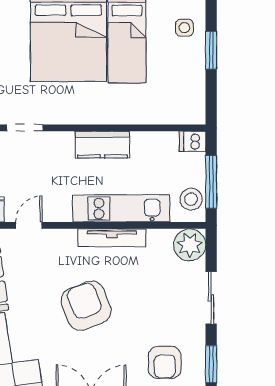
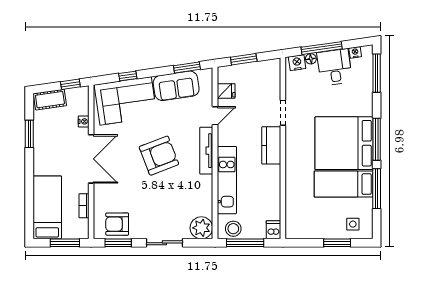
kitchen counter: (102, 145) -> (271, 145), moved
door: (29, 225) -> (215, 116), hinge flipped
tv unit: (112, 238) -> (206, 151), moved
armchair: (165, 362) -> (117, 224), moved

